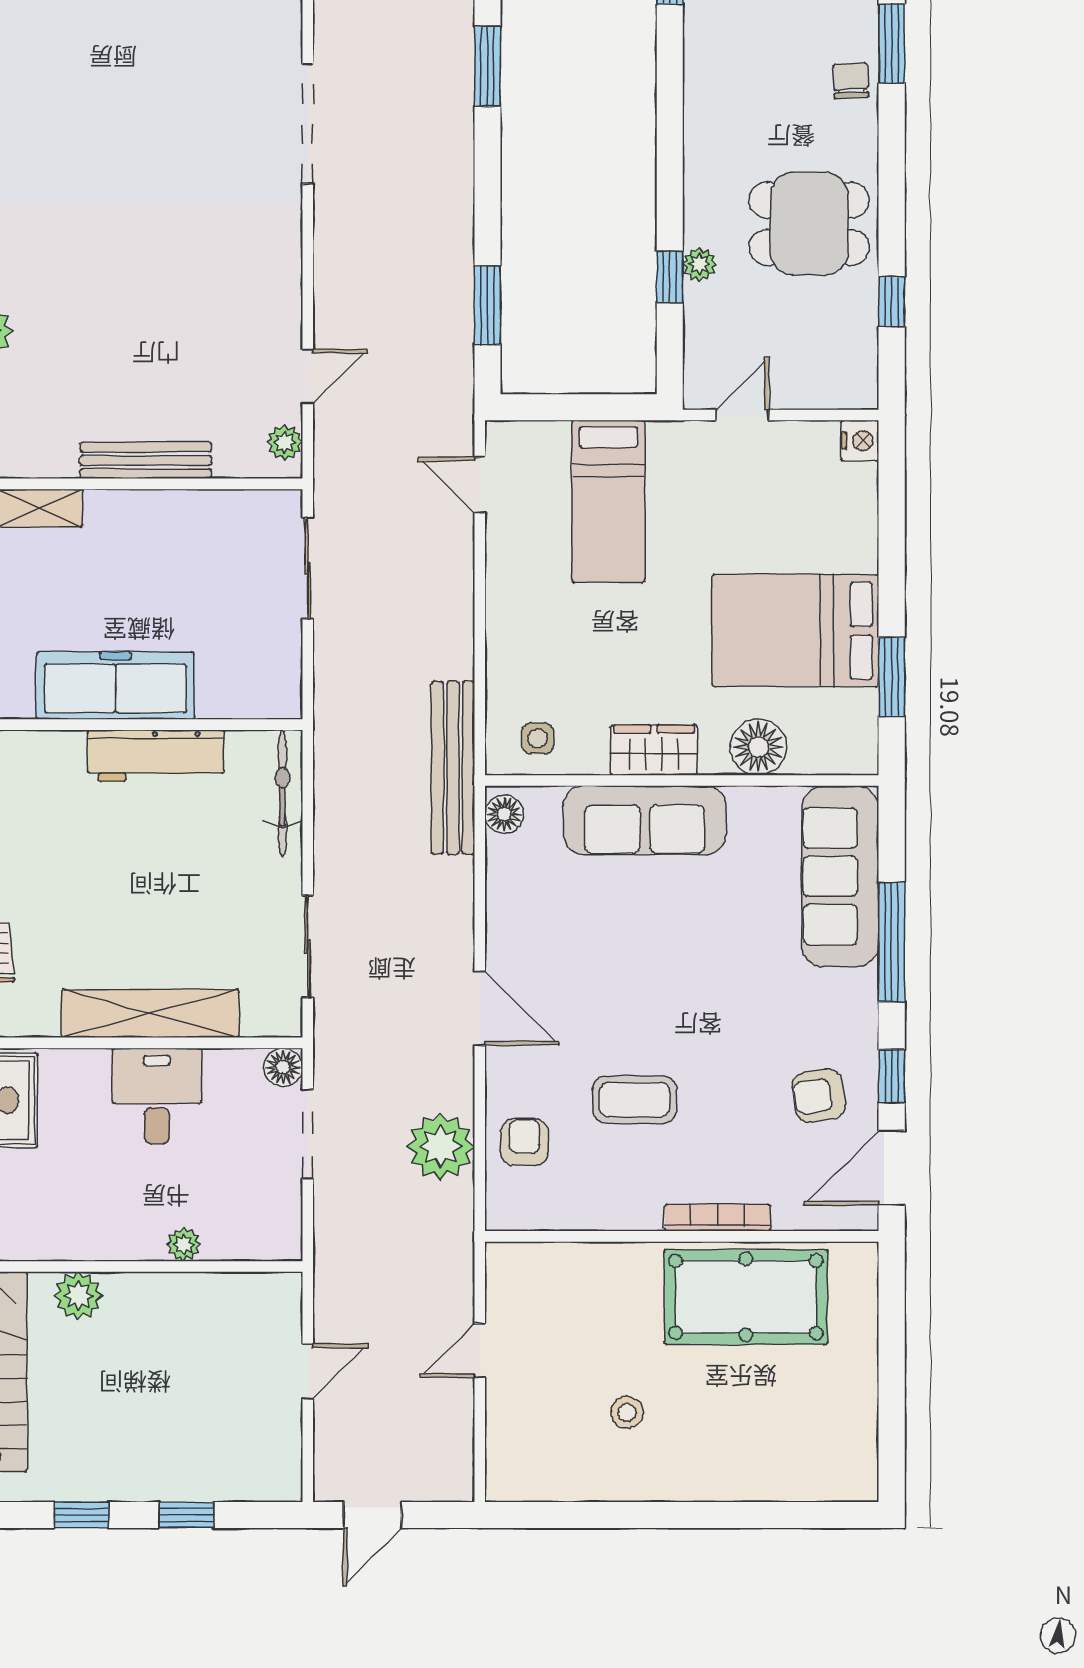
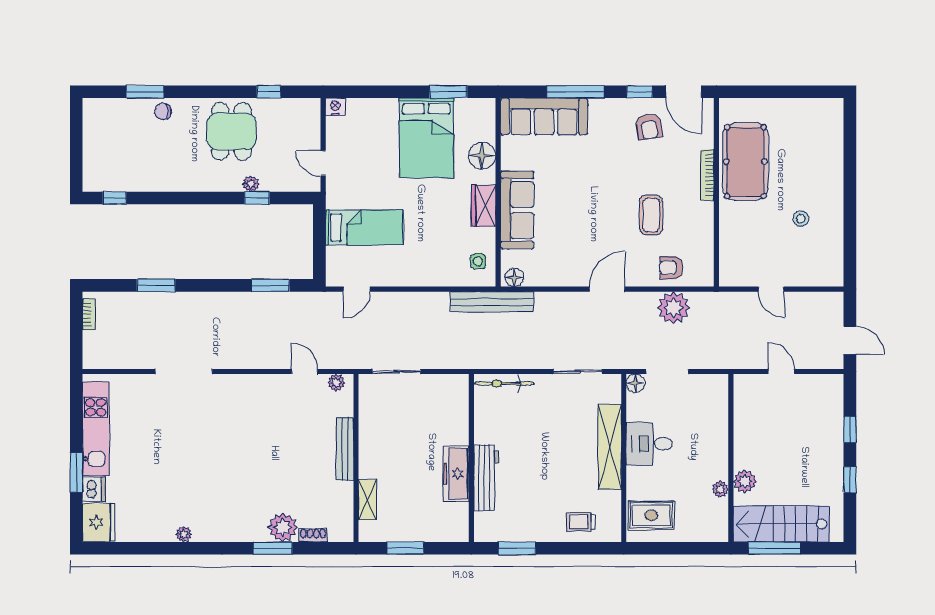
freezer: (115, 686) -> (456, 474), width x0.73, depth x0.79
workbench: (156, 756) -> (486, 478), moved
plant: (184, 1244) -> (720, 489), moved

